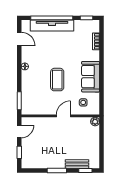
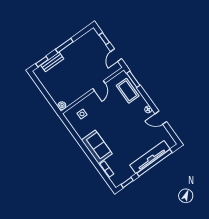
door: (19, 39) -> (161, 118), moved
sofa: (91, 77) -> (97, 147), moved
coffee table: (57, 80) -> (128, 91), moved
door: (64, 116) -> (99, 86), moved

